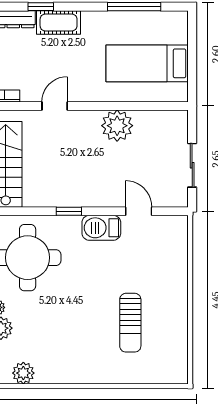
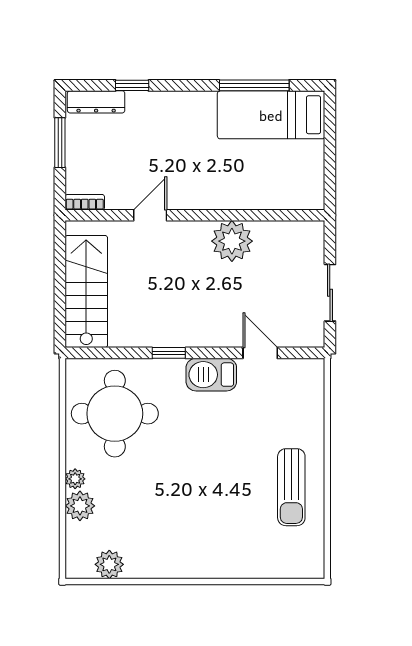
cot: (59, 22) -> (155, 106), removed
bed: (147, 63) -> (271, 115), moved
sun lounger: (130, 323) -> (291, 487), moved

